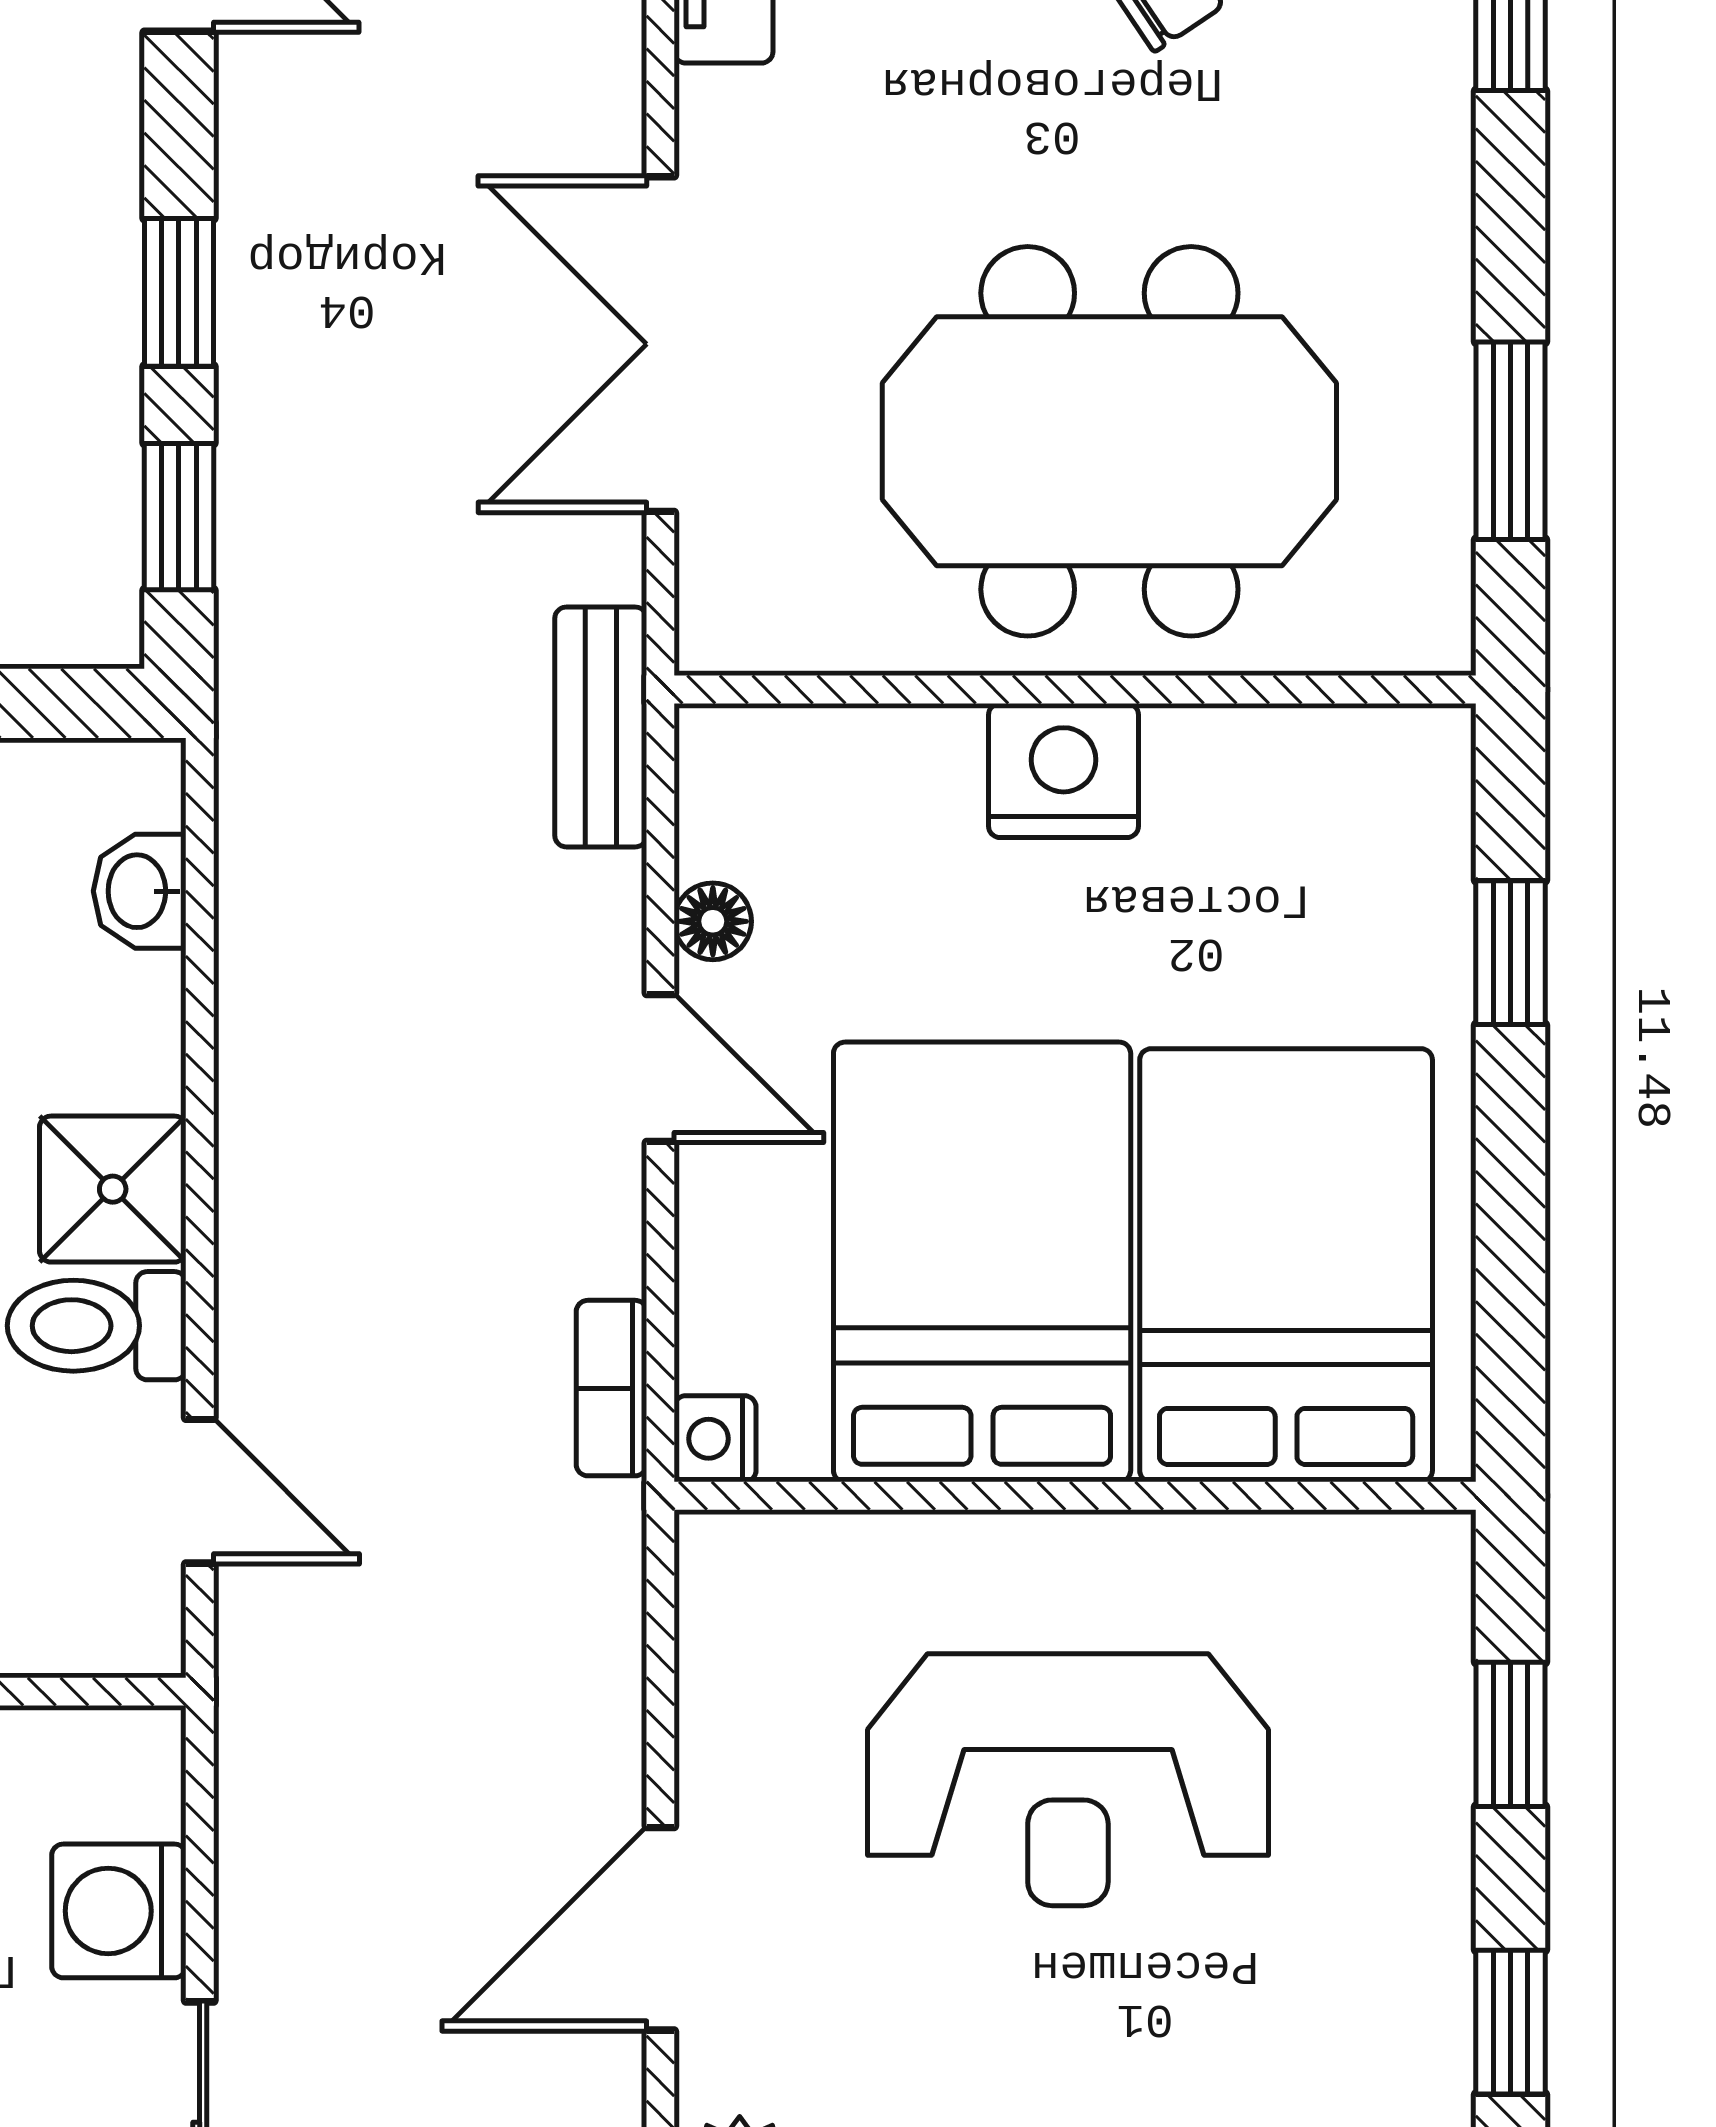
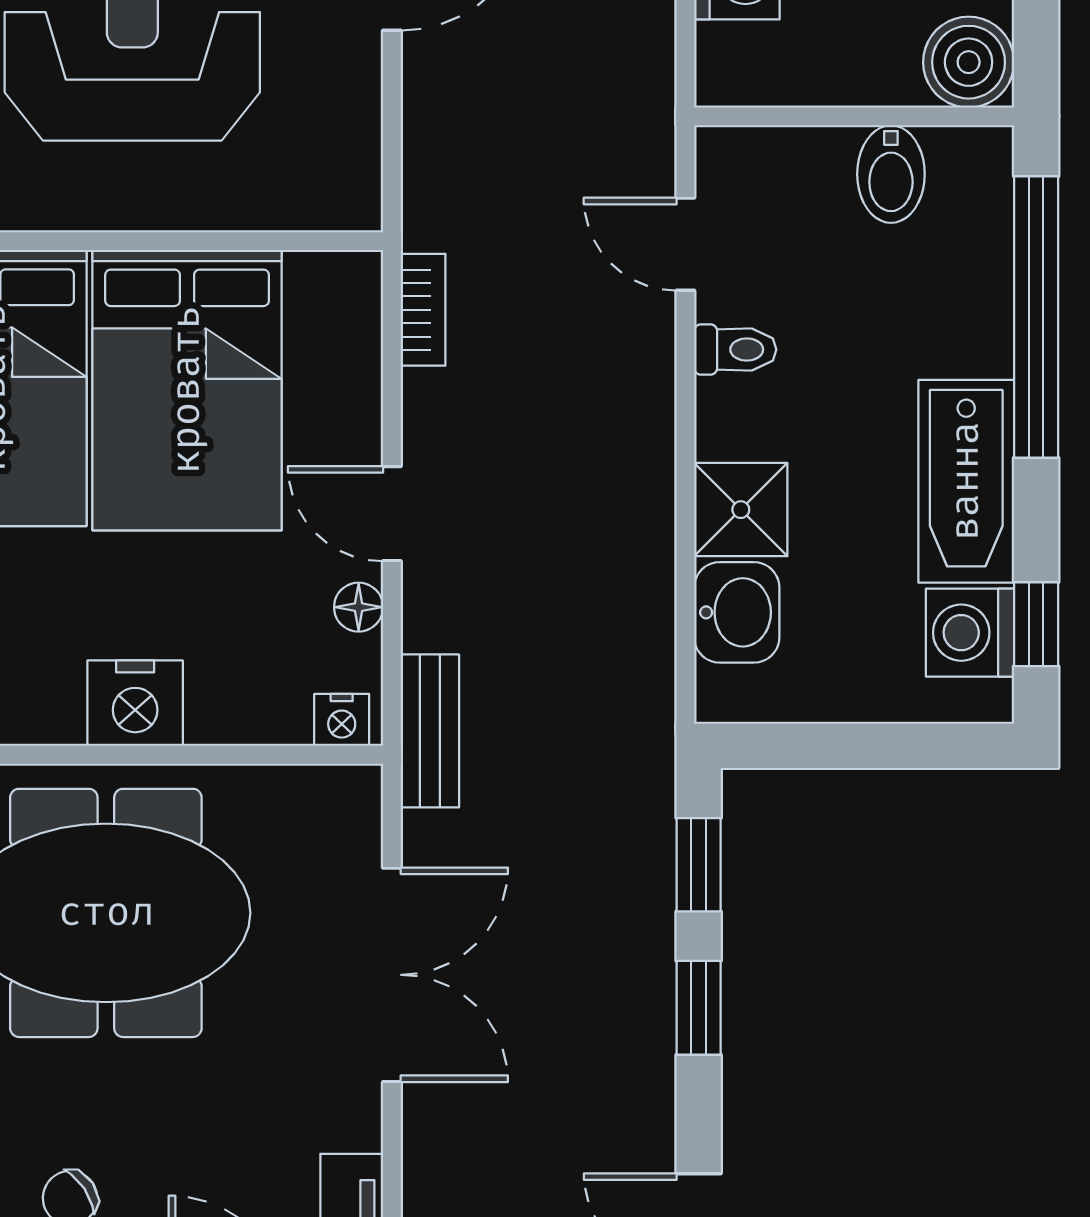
washbasin: (140, 891) -> (737, 612), width x1.38, depth x1.45
shower: (113, 1189) -> (741, 510), moved
toilet: (97, 1326) -> (735, 350), width x0.73, depth x0.72
nightstand: (715, 1439) -> (342, 720), moved, turned 90

